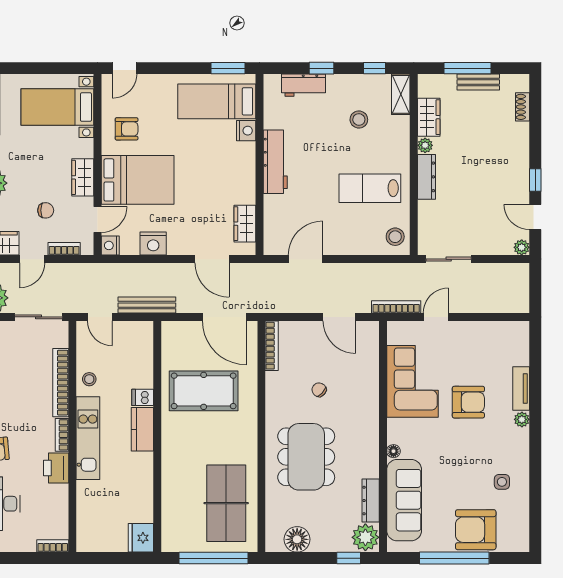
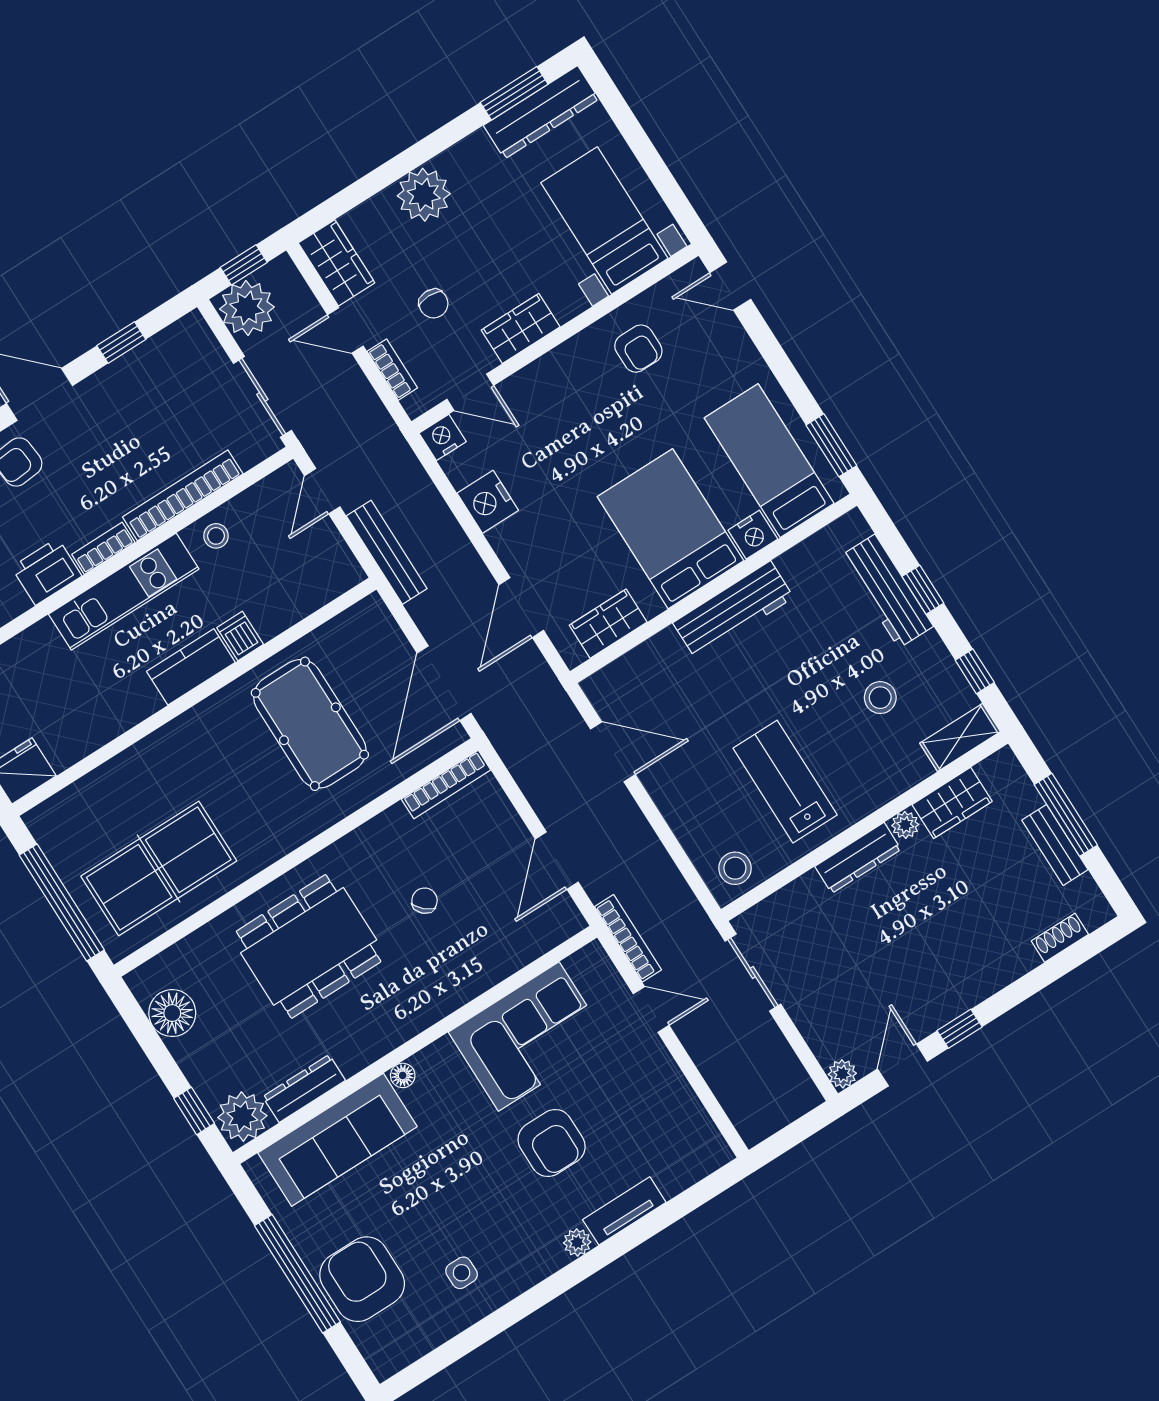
workbench: (303, 85) -> (887, 591), width x1.38
bed: (138, 180) -> (670, 529), moved, turned 180

